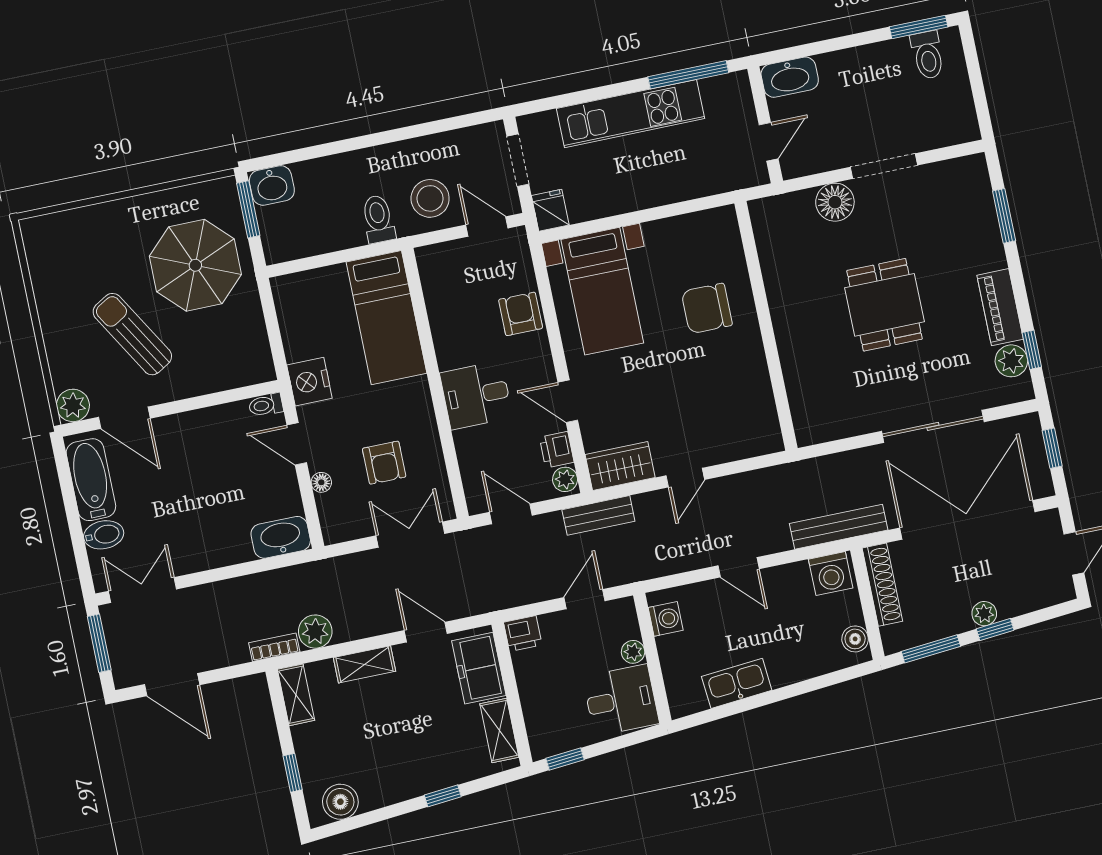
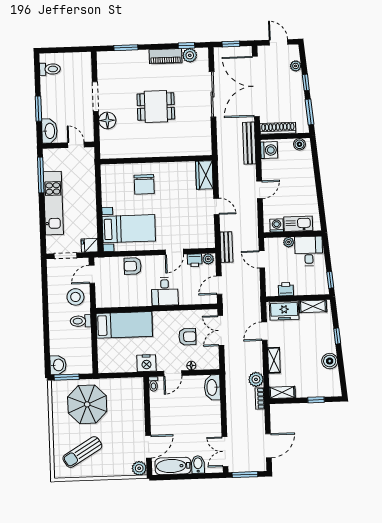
window: (919, 27) -> (38, 109), moved
sun lounger: (132, 334) -> (82, 452), moved
wardrobe: (620, 466) -> (204, 175), moved
plant: (984, 614) -> (296, 66), moved
printer: (523, 634) -> (286, 289), moved, turned -90
kitchen sink: (737, 683) -> (298, 224), moved, turned 95
boiler: (340, 802) -> (330, 361), moved

